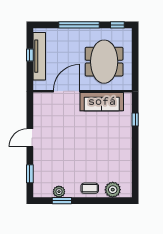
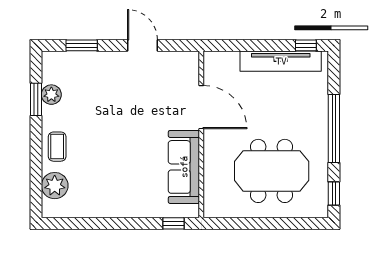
window: (30, 55) -> (306, 45), moved
door: (66, 91) -> (201, 107), moved
wall: (82, 91) -> (201, 134), moved
sofa: (102, 102) -> (184, 167), moved

